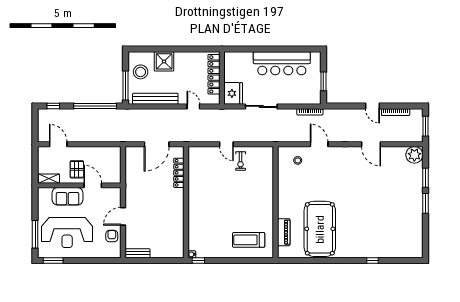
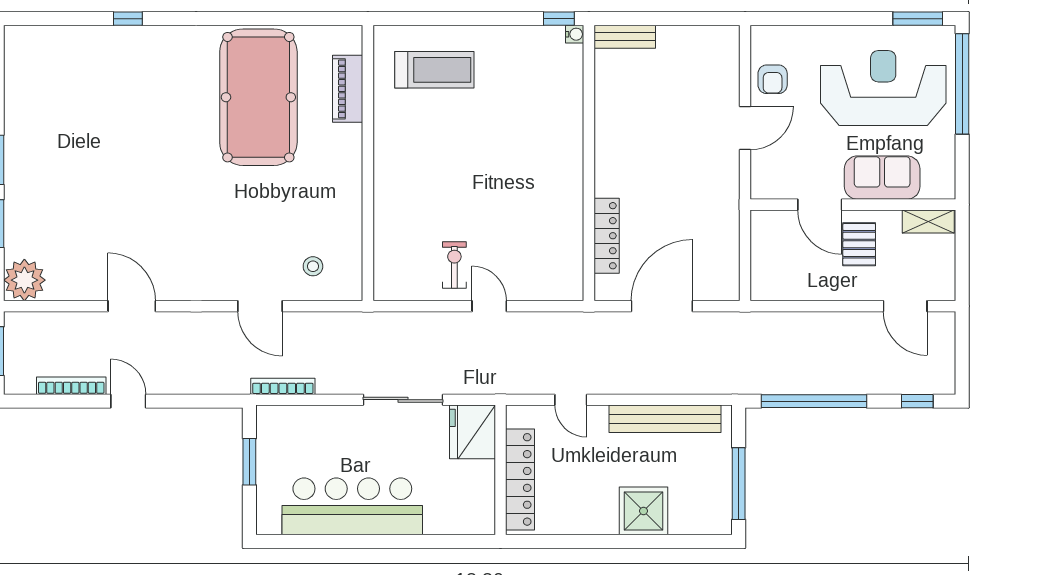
stool: (141, 72) -> (702, 485), removed
window: (126, 85) -> (739, 484), moved
window: (35, 234) -> (962, 84), width x1.46
bench: (137, 253) -> (625, 37), moved

